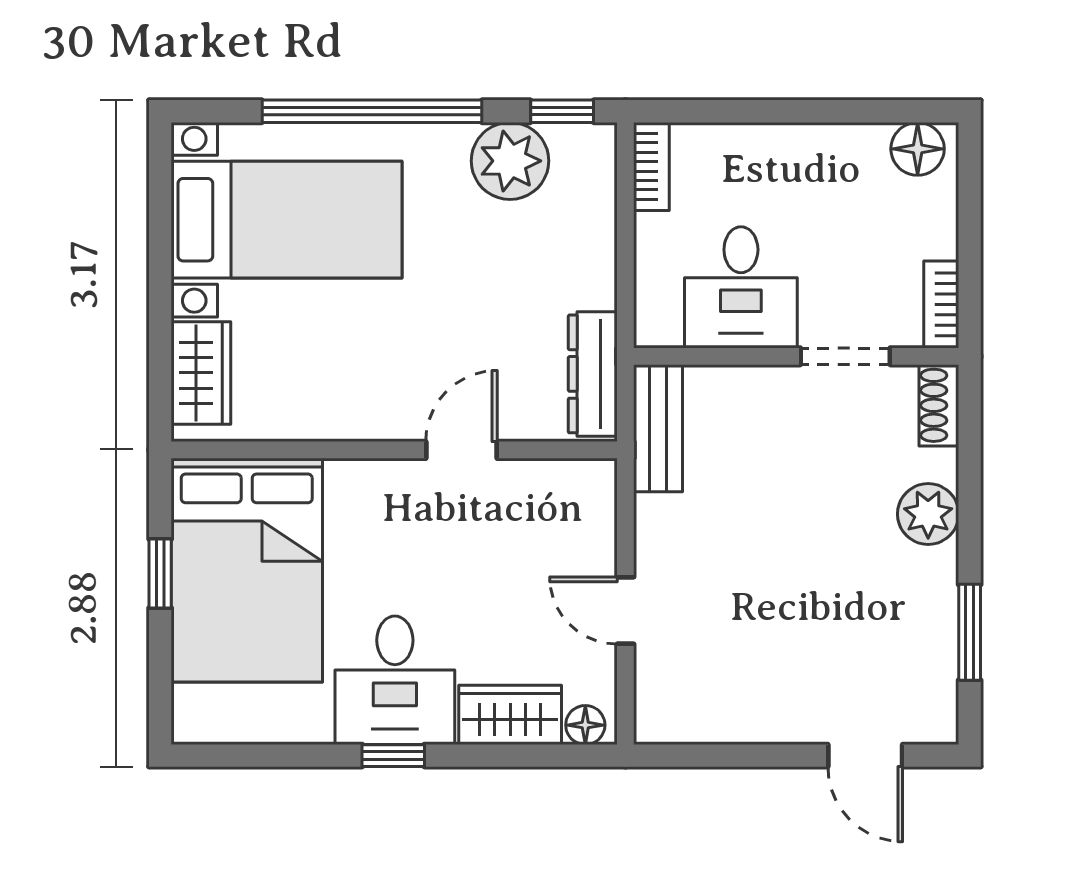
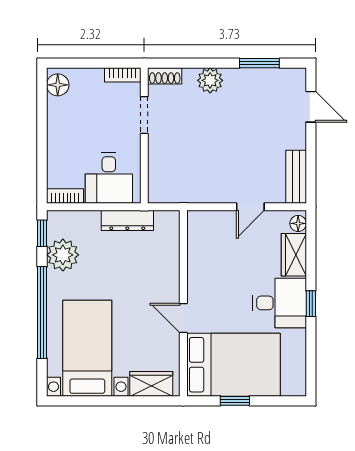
desk: (741, 287) -> (109, 178), moved, turned 90
dresser: (593, 374) -> (127, 220), moved
bench: (658, 428) -> (296, 177), moved, turned 90
door: (461, 450) -> (183, 318), moved
door: (865, 756) -> (311, 107), hinge flipped

